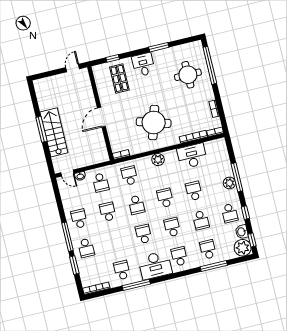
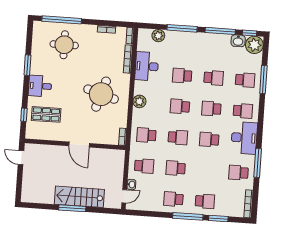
plant: (229, 183) -> (158, 36), moved
school desk: (230, 213) -> (216, 47), removed
window: (245, 213) -> (220, 31), width x2.17
school desk: (208, 249) -> (245, 80), turned 180
school desk: (179, 256) -> (243, 111), turned 180

